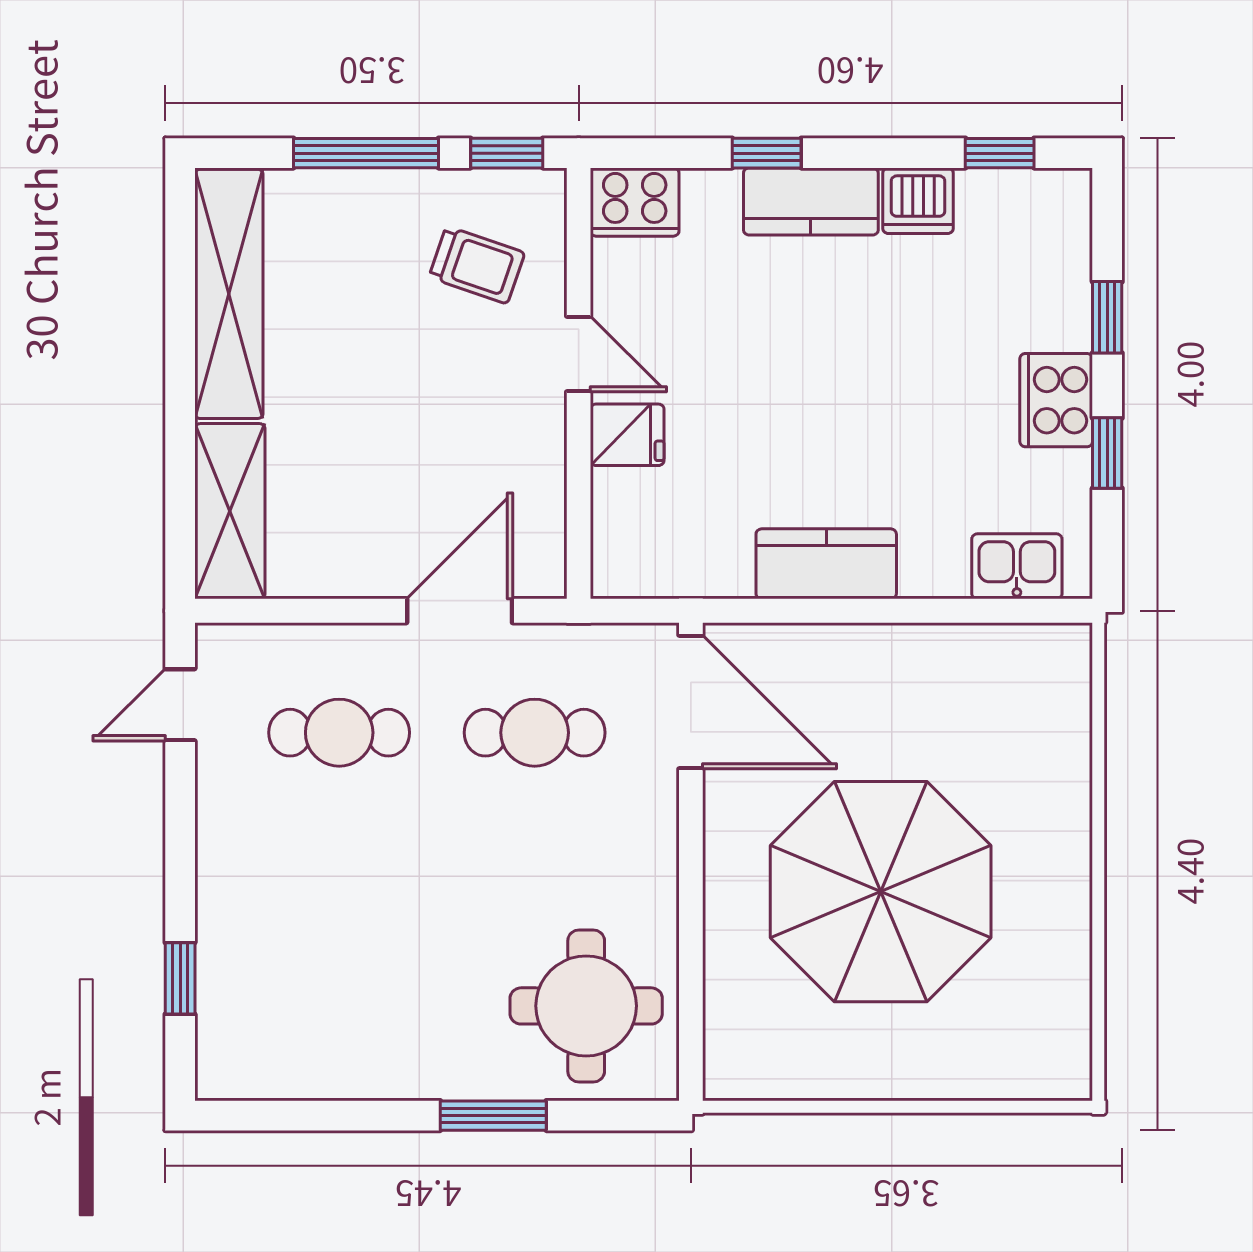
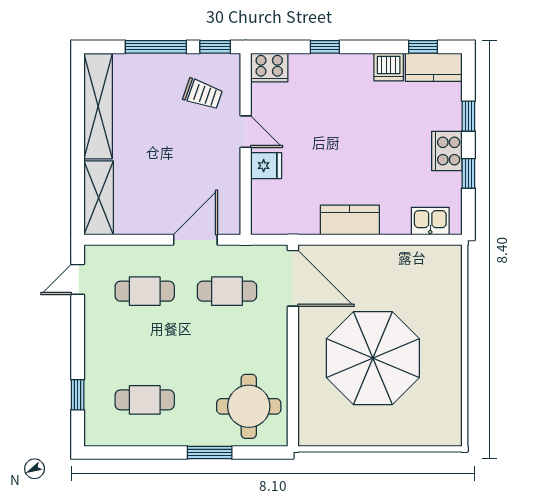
kitchen counter: (811, 201) -> (434, 67), moved
cafe table: (339, 991) -> (145, 400), added

